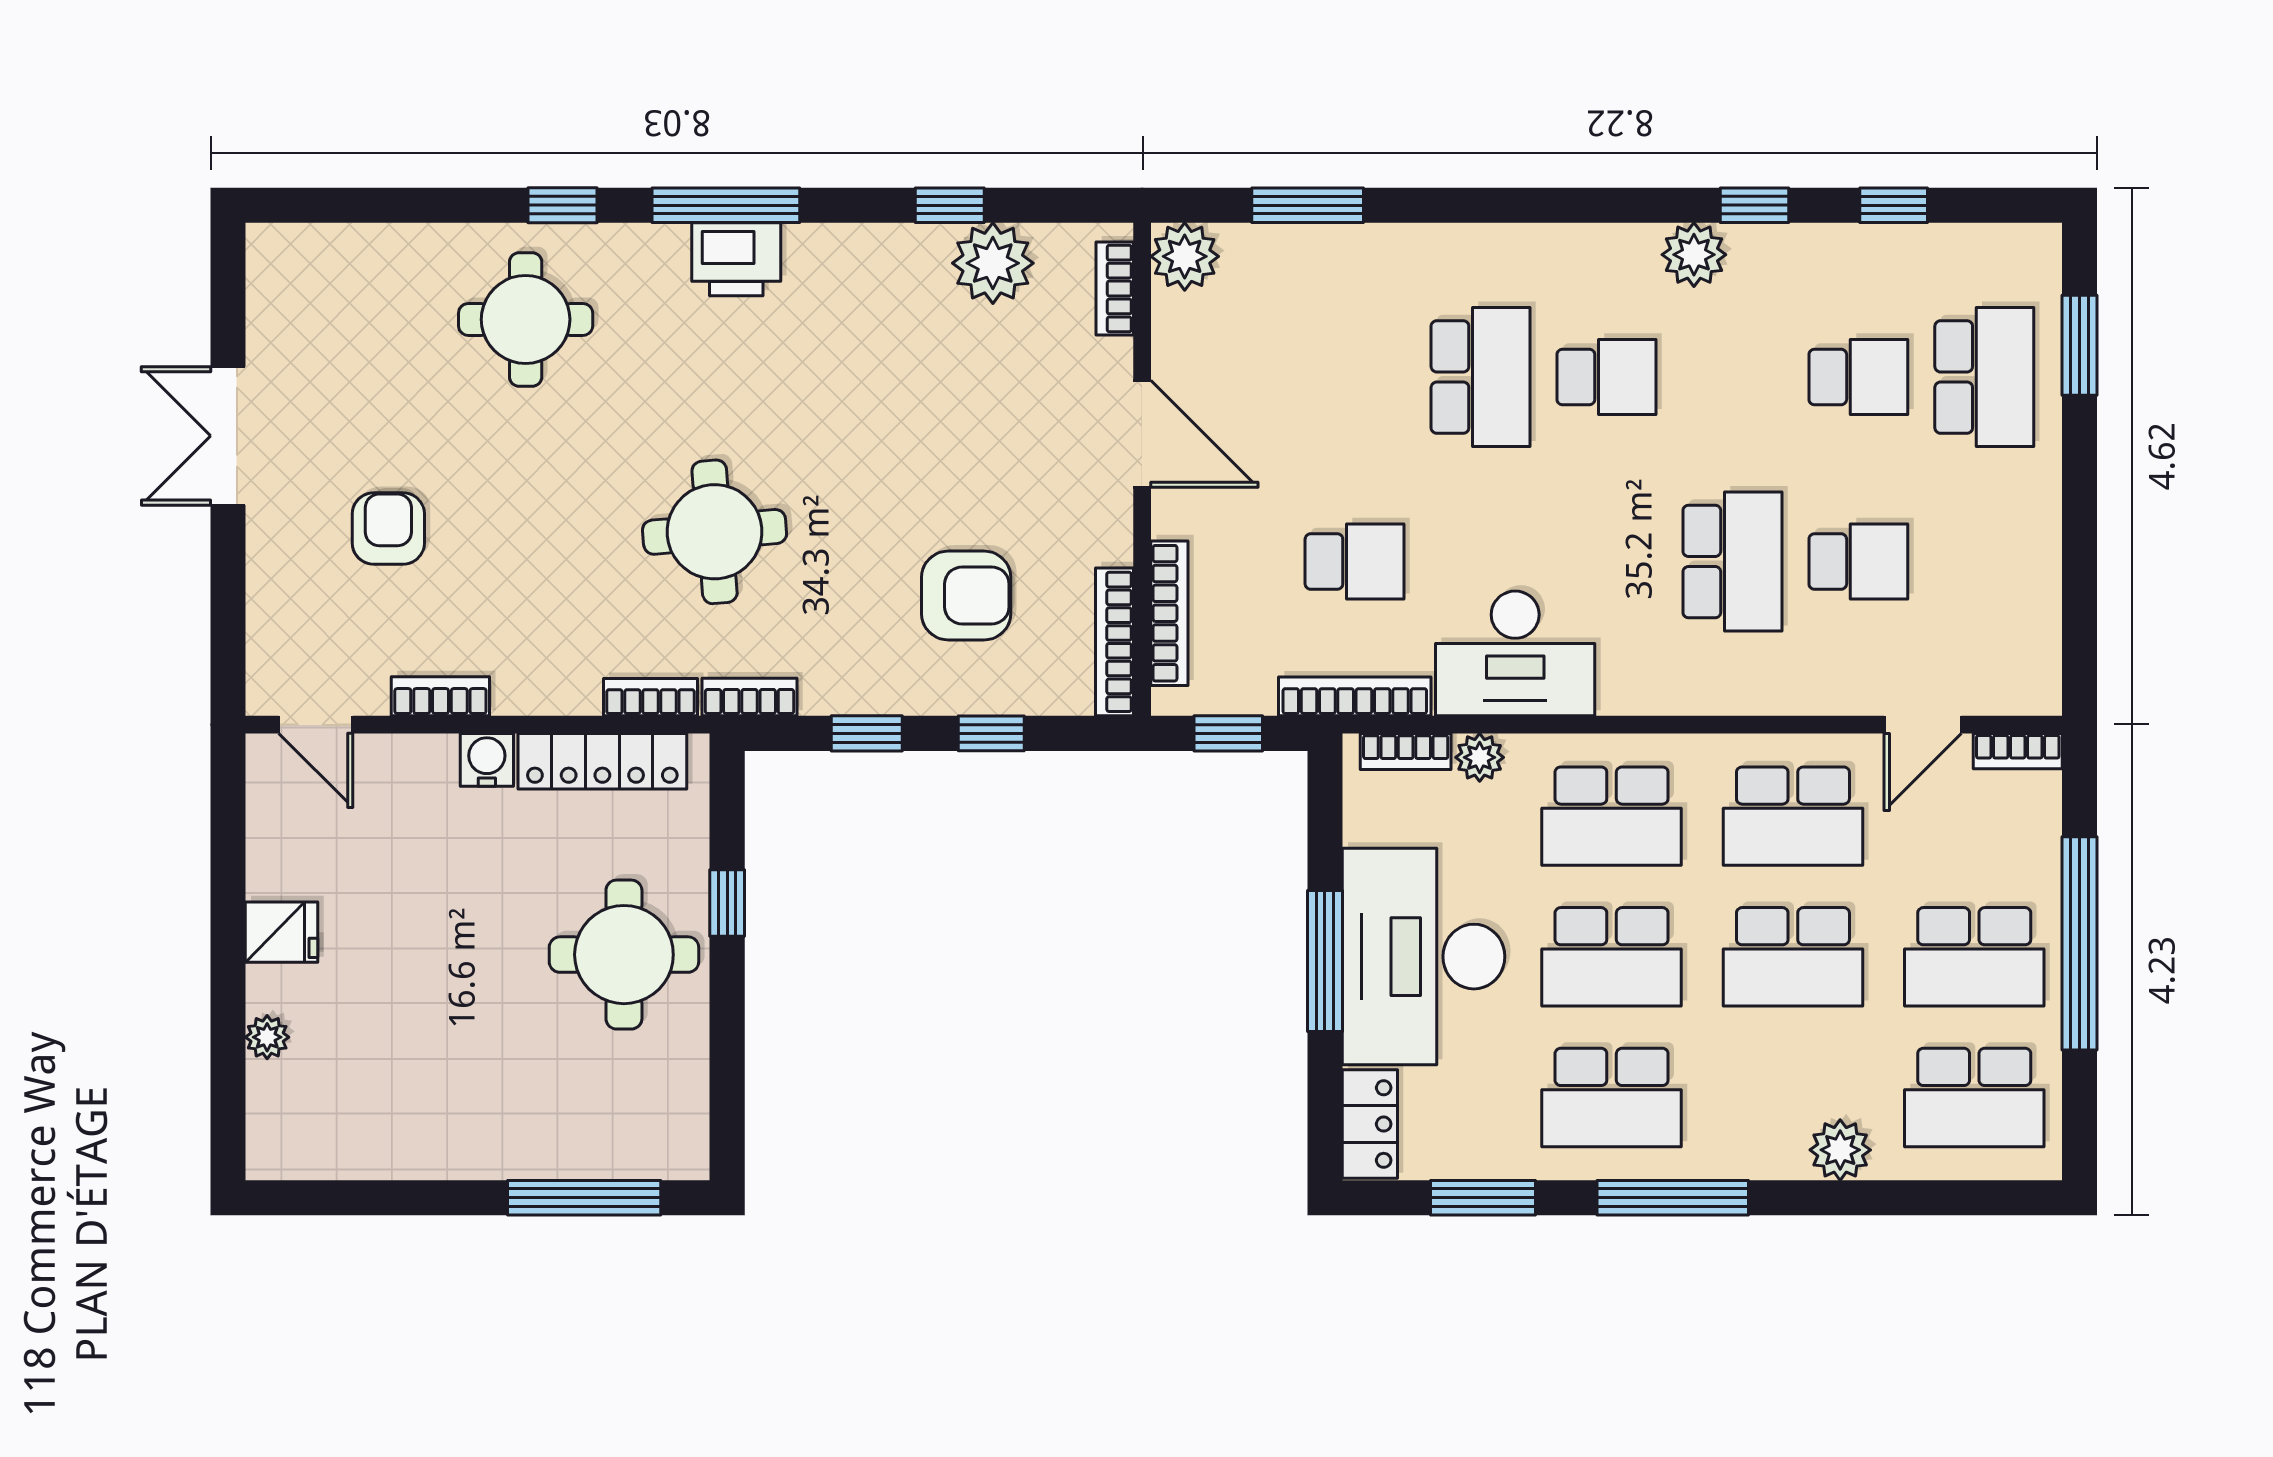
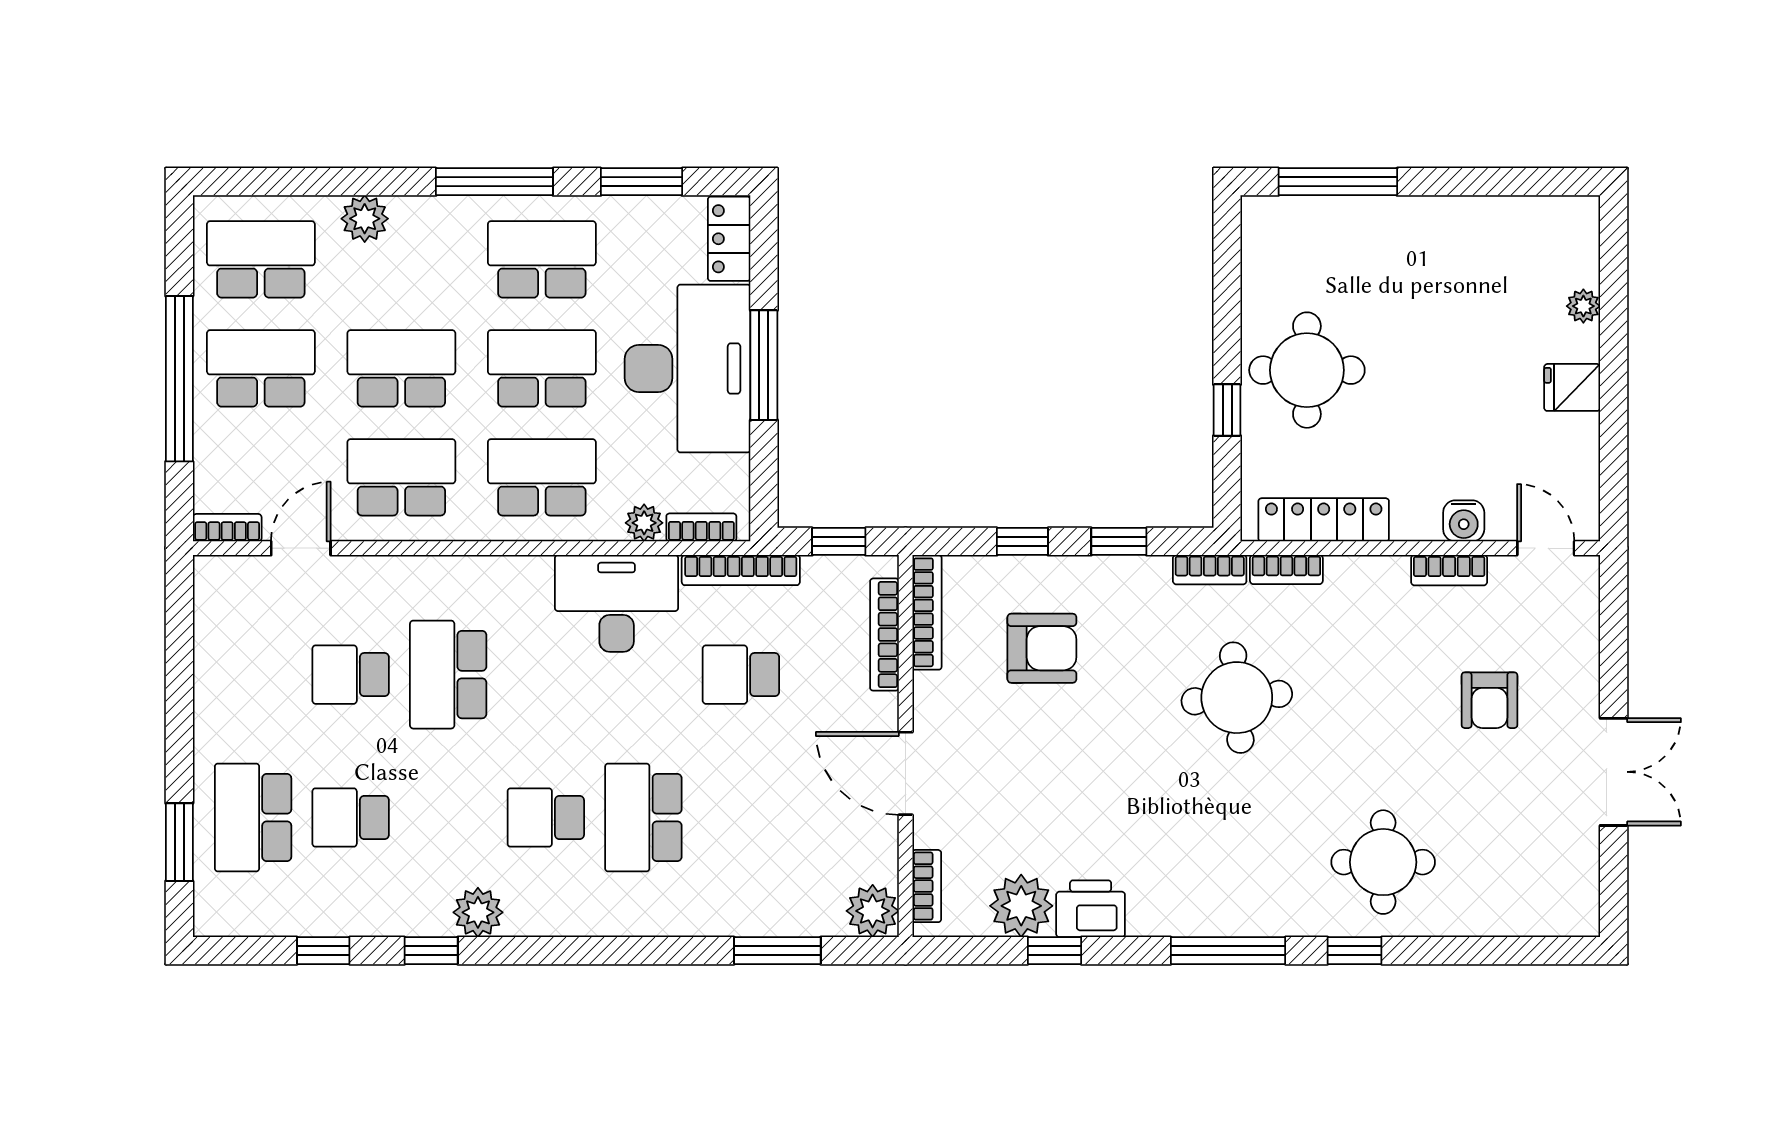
printer: (736, 259) -> (1091, 909), moved
armchair: (966, 595) -> (1042, 648), turned 180
water cooler: (487, 760) -> (1464, 521), moved

